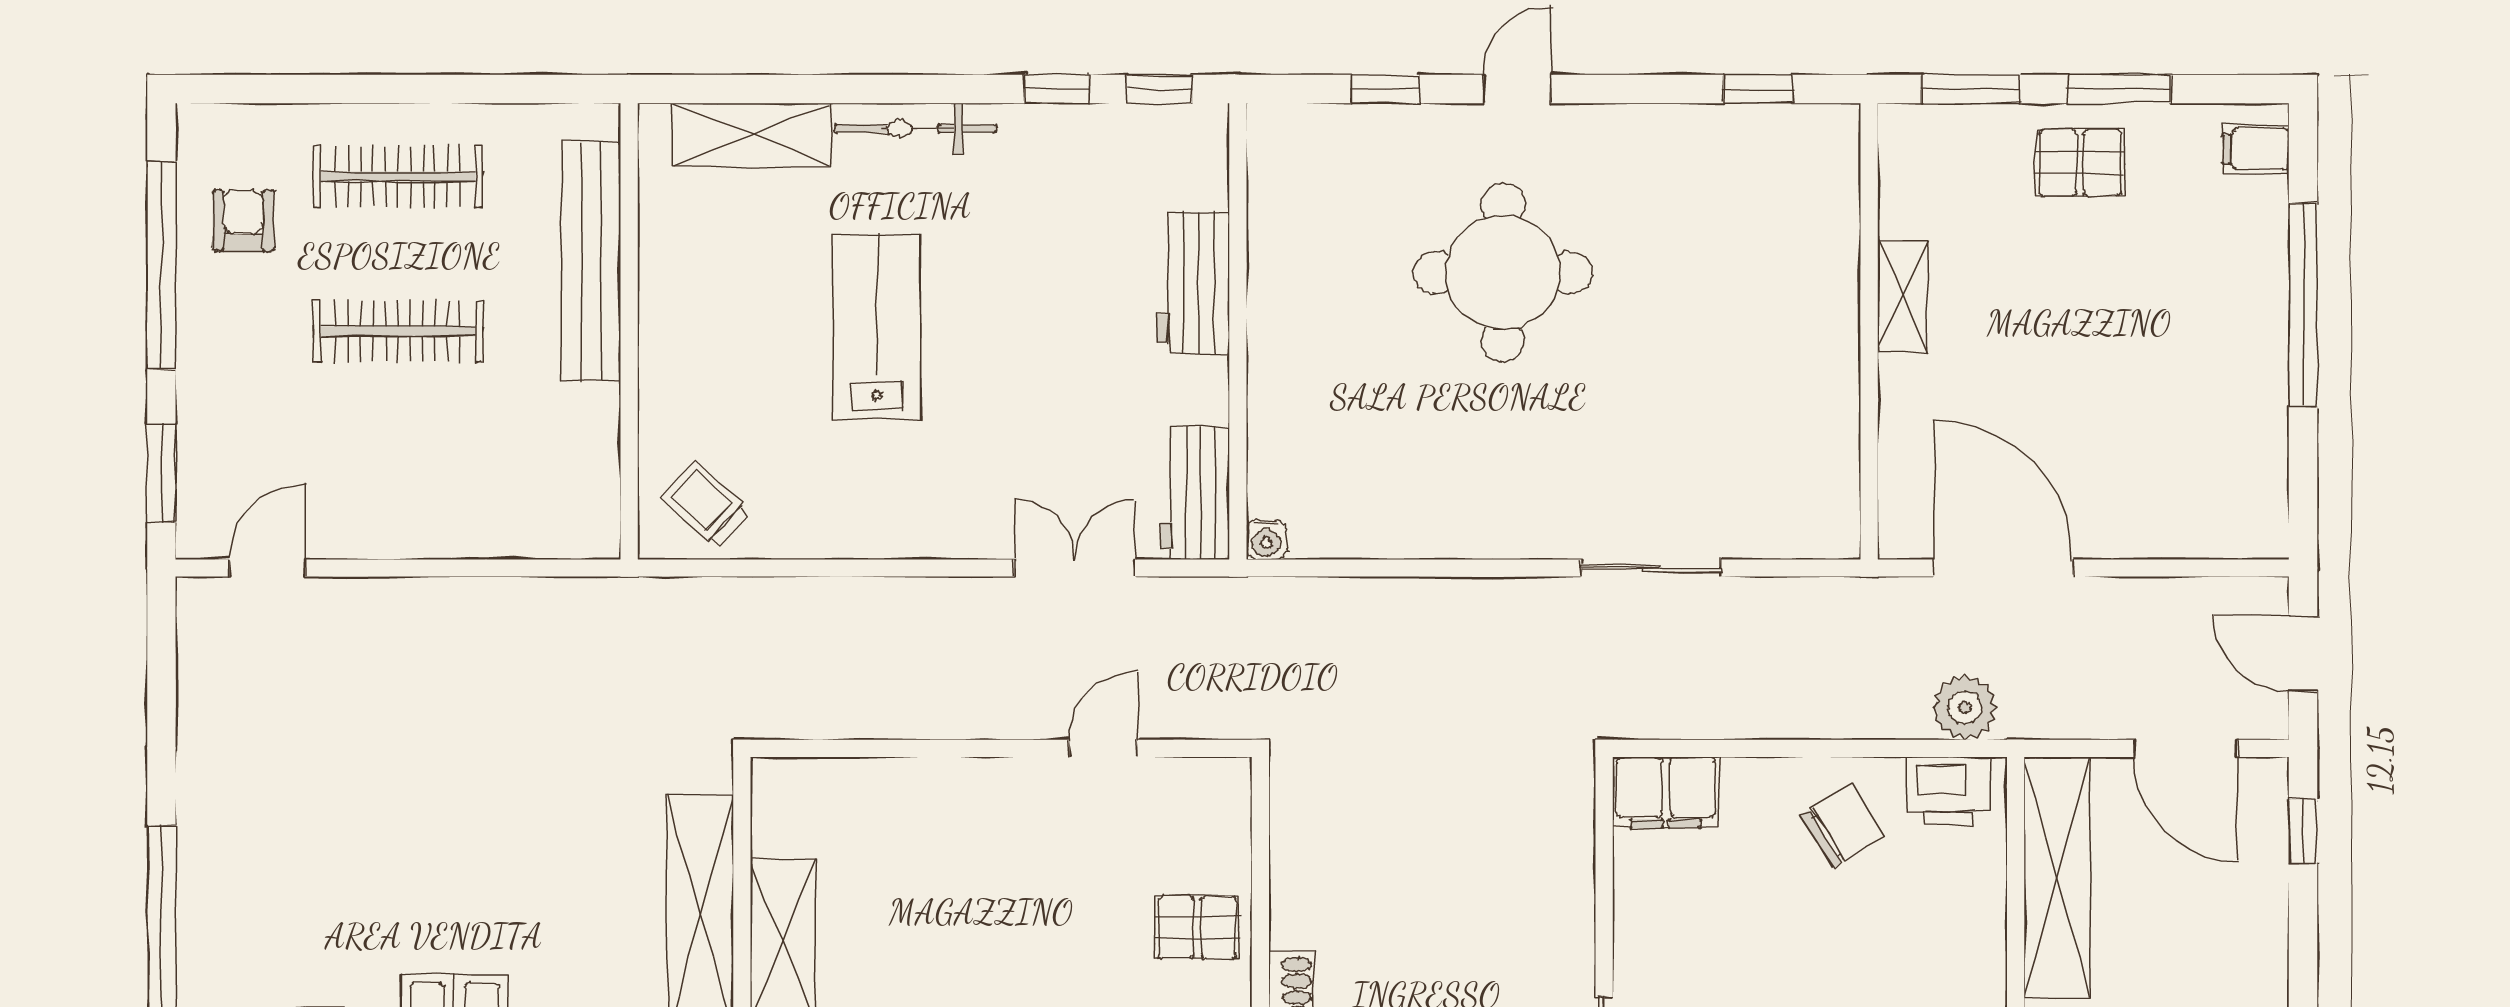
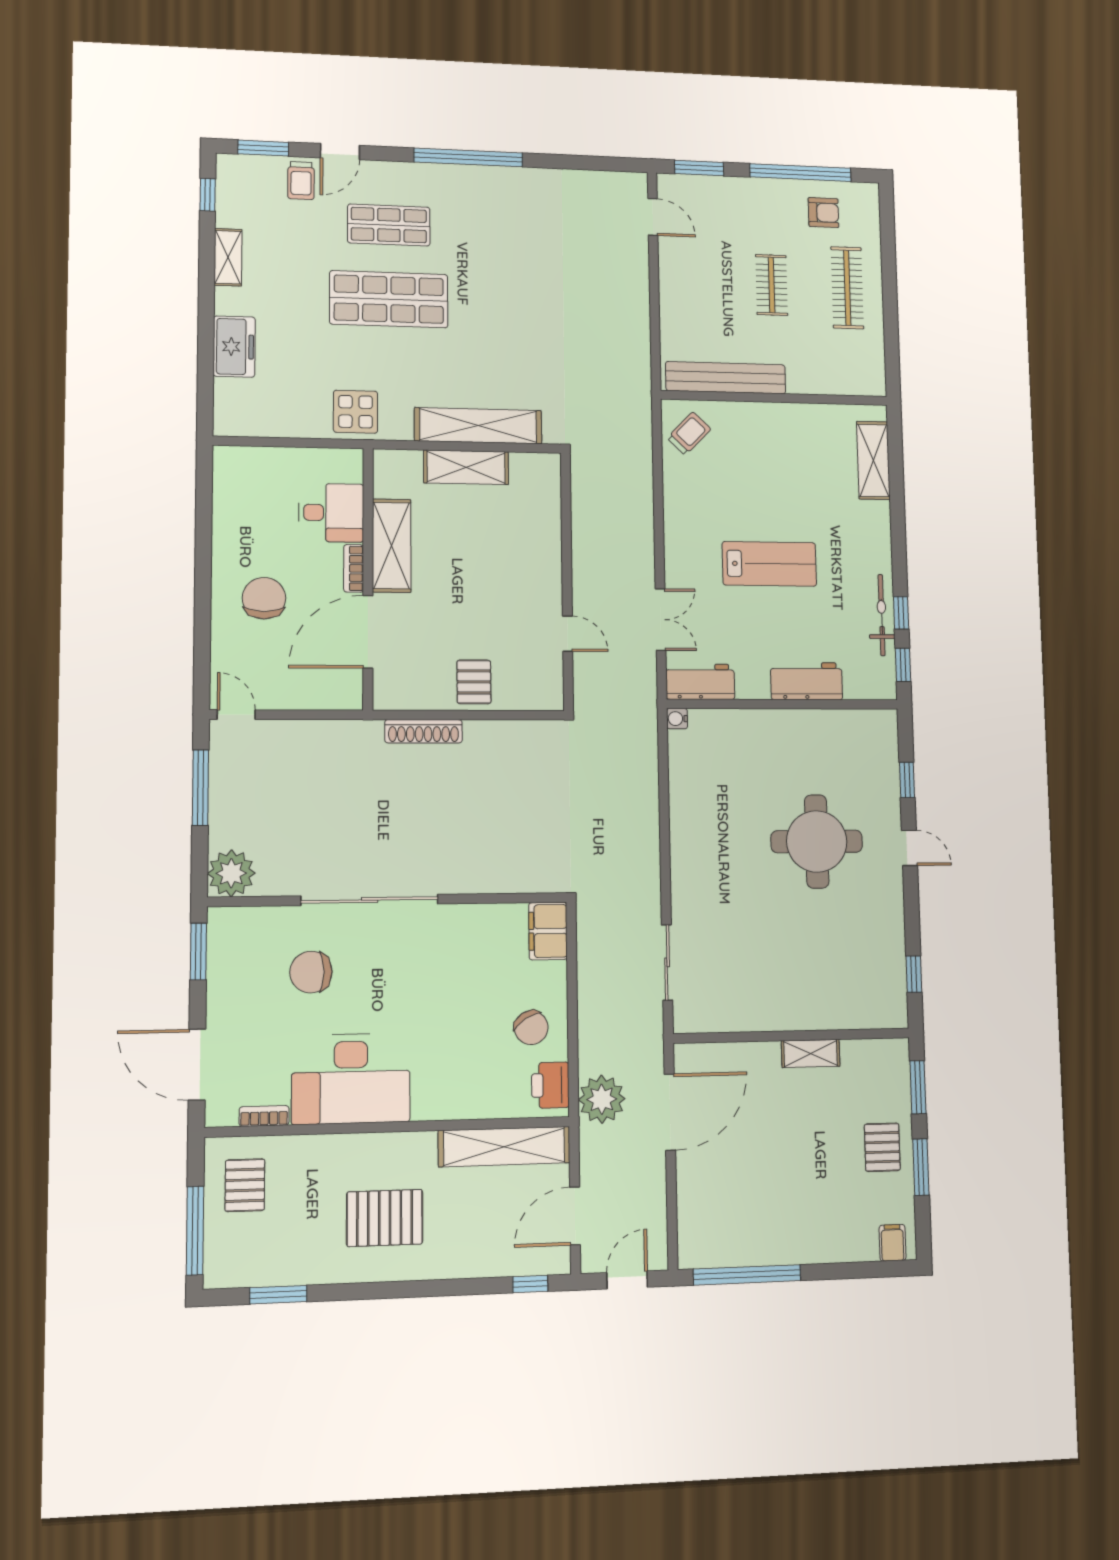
bicycle: (915, 129) -> (882, 615), moved
bench: (591, 262) -> (726, 378), moved
window: (2303, 305) -> (747, 1275), moved
lab bench: (877, 326) -> (769, 564), moved
clothes rail: (398, 331) -> (772, 285), width x0.73
sliding door: (1651, 568) -> (667, 962), moved
plant: (1965, 708) -> (602, 1099), width x1.36, depth x1.36

